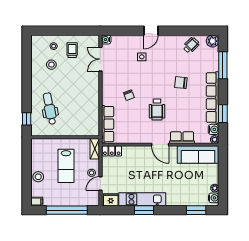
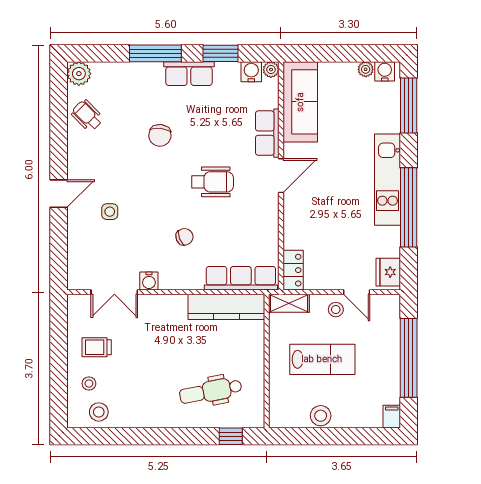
door: (151, 31) -> (59, 194), hinge flipped
water cooler: (106, 40) -> (149, 281), moved
stool: (51, 65) -> (99, 412), moved
window: (223, 65) -> (155, 53), moved
row of seats: (213, 97) -> (189, 74), width x0.50
kitchen counter: (93, 117) -> (226, 307), added
stool: (38, 177) -> (321, 416), moved
kitchen unit: (142, 199) -> (387, 180), moved
window: (144, 210) -> (409, 207), width x2.11
window: (196, 210) -> (409, 106), width x1.44

